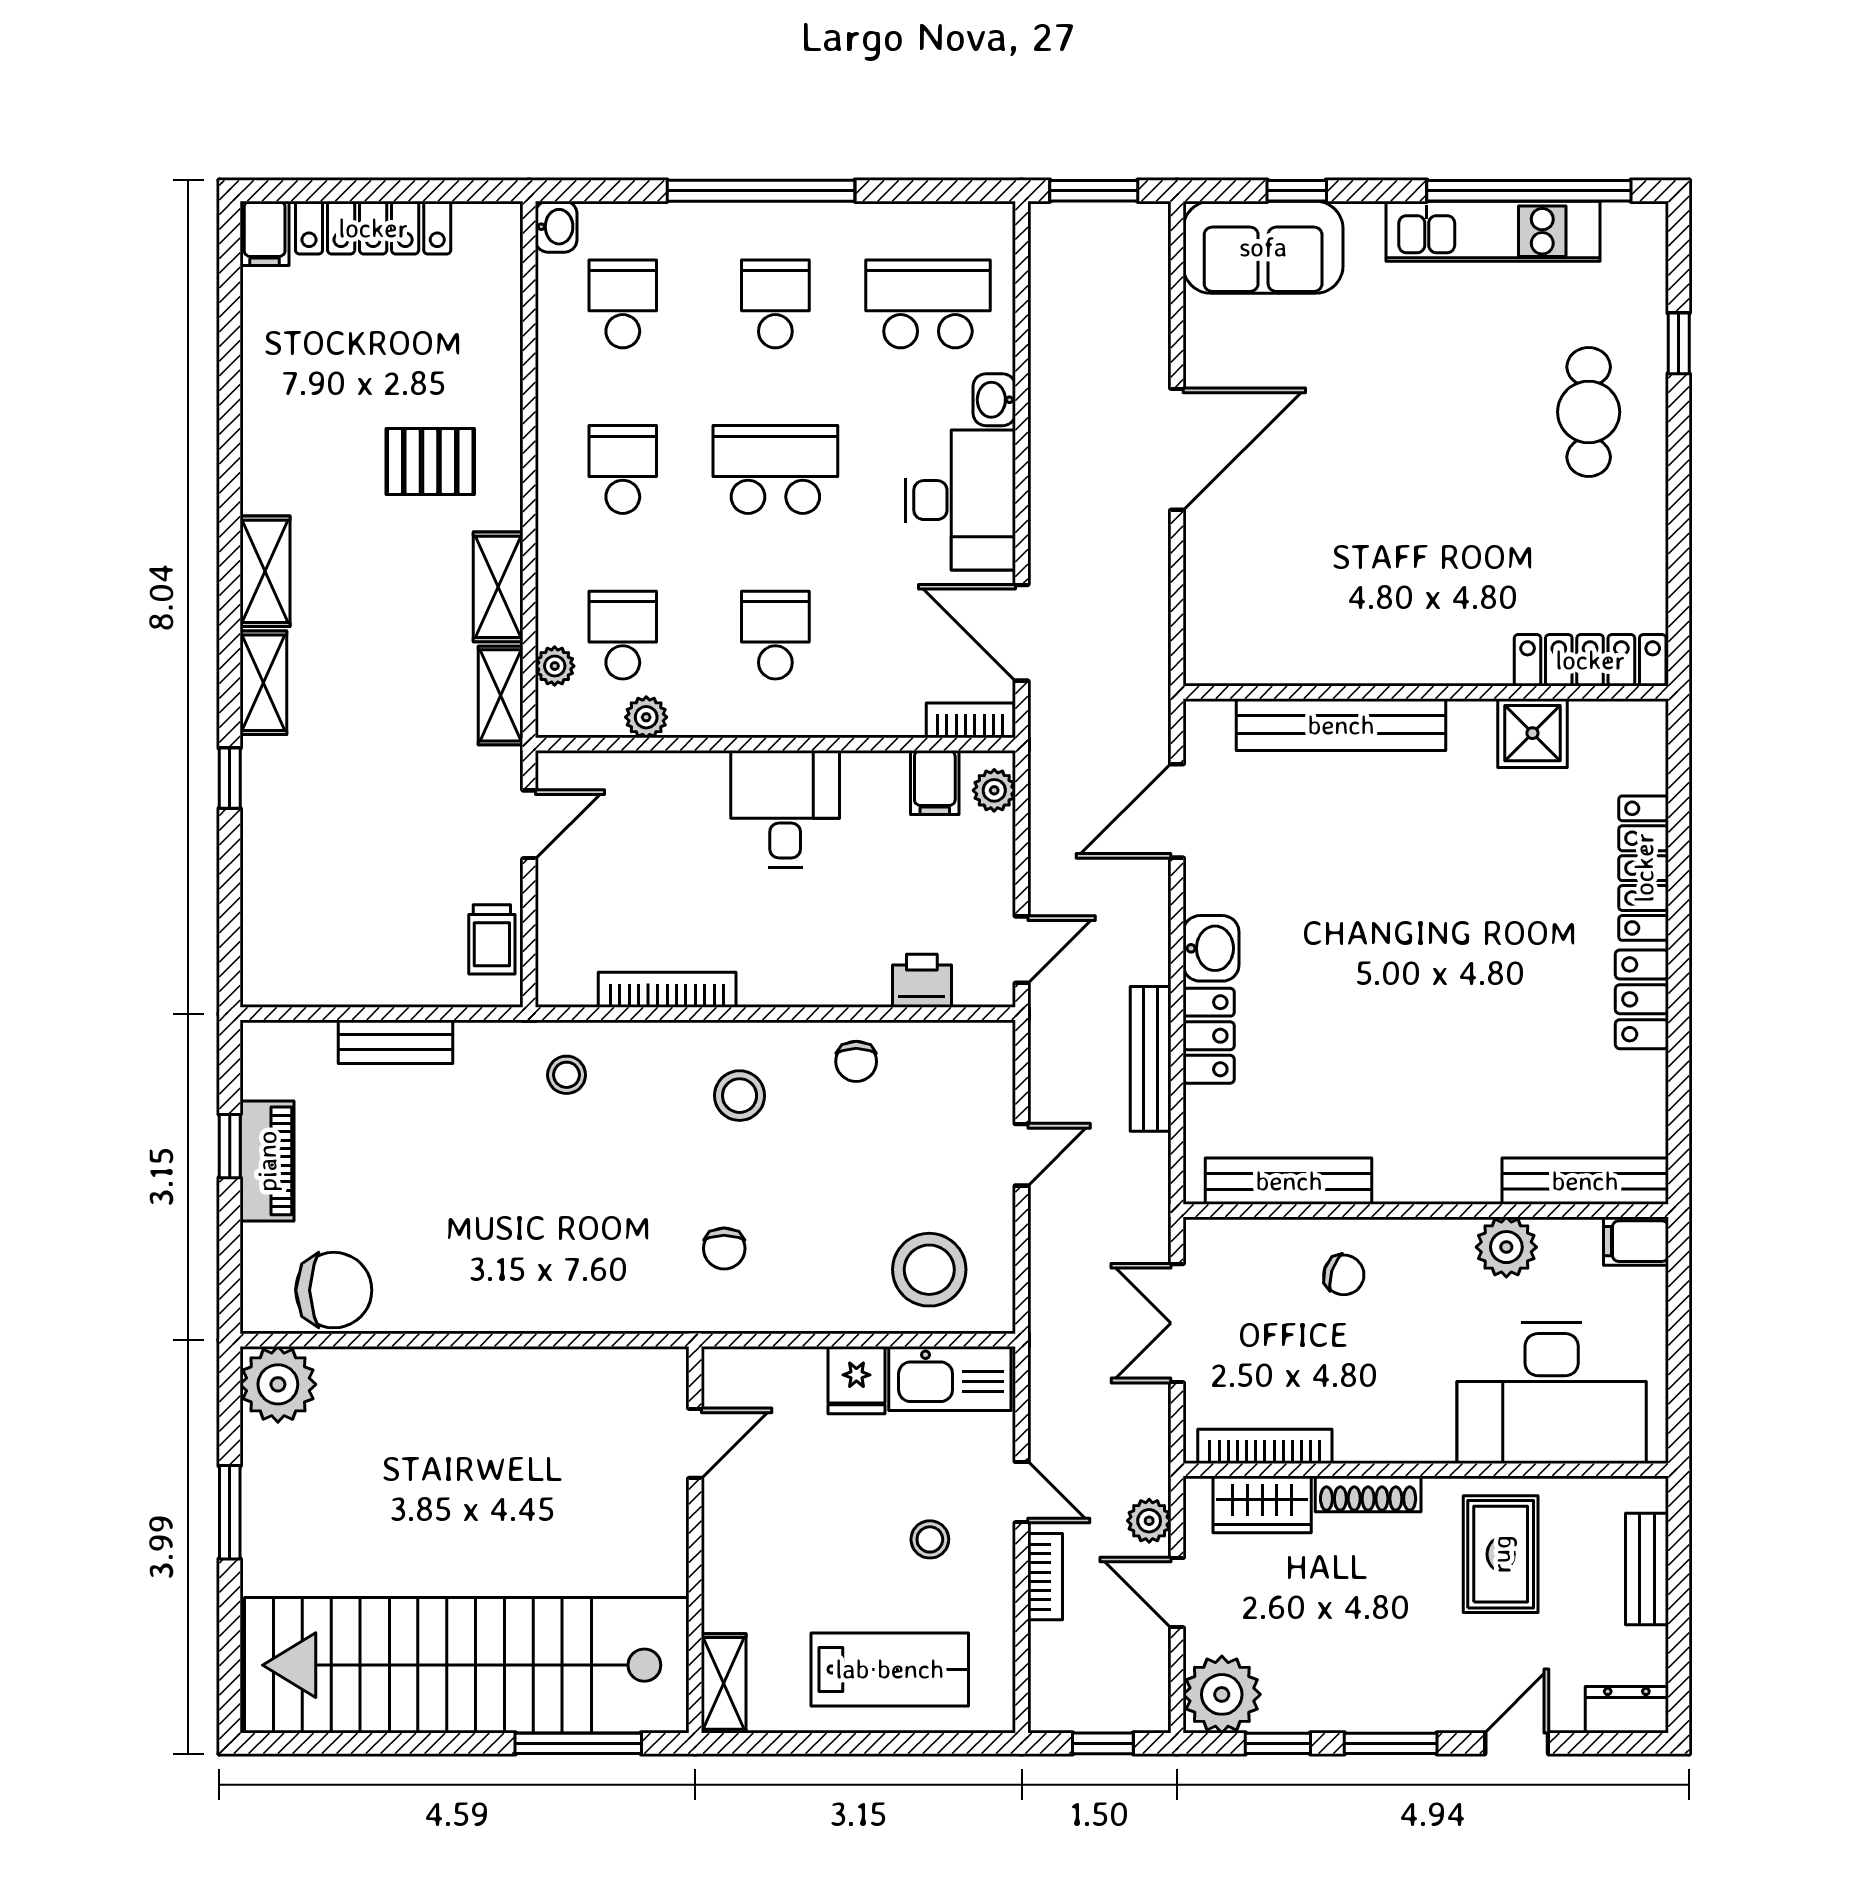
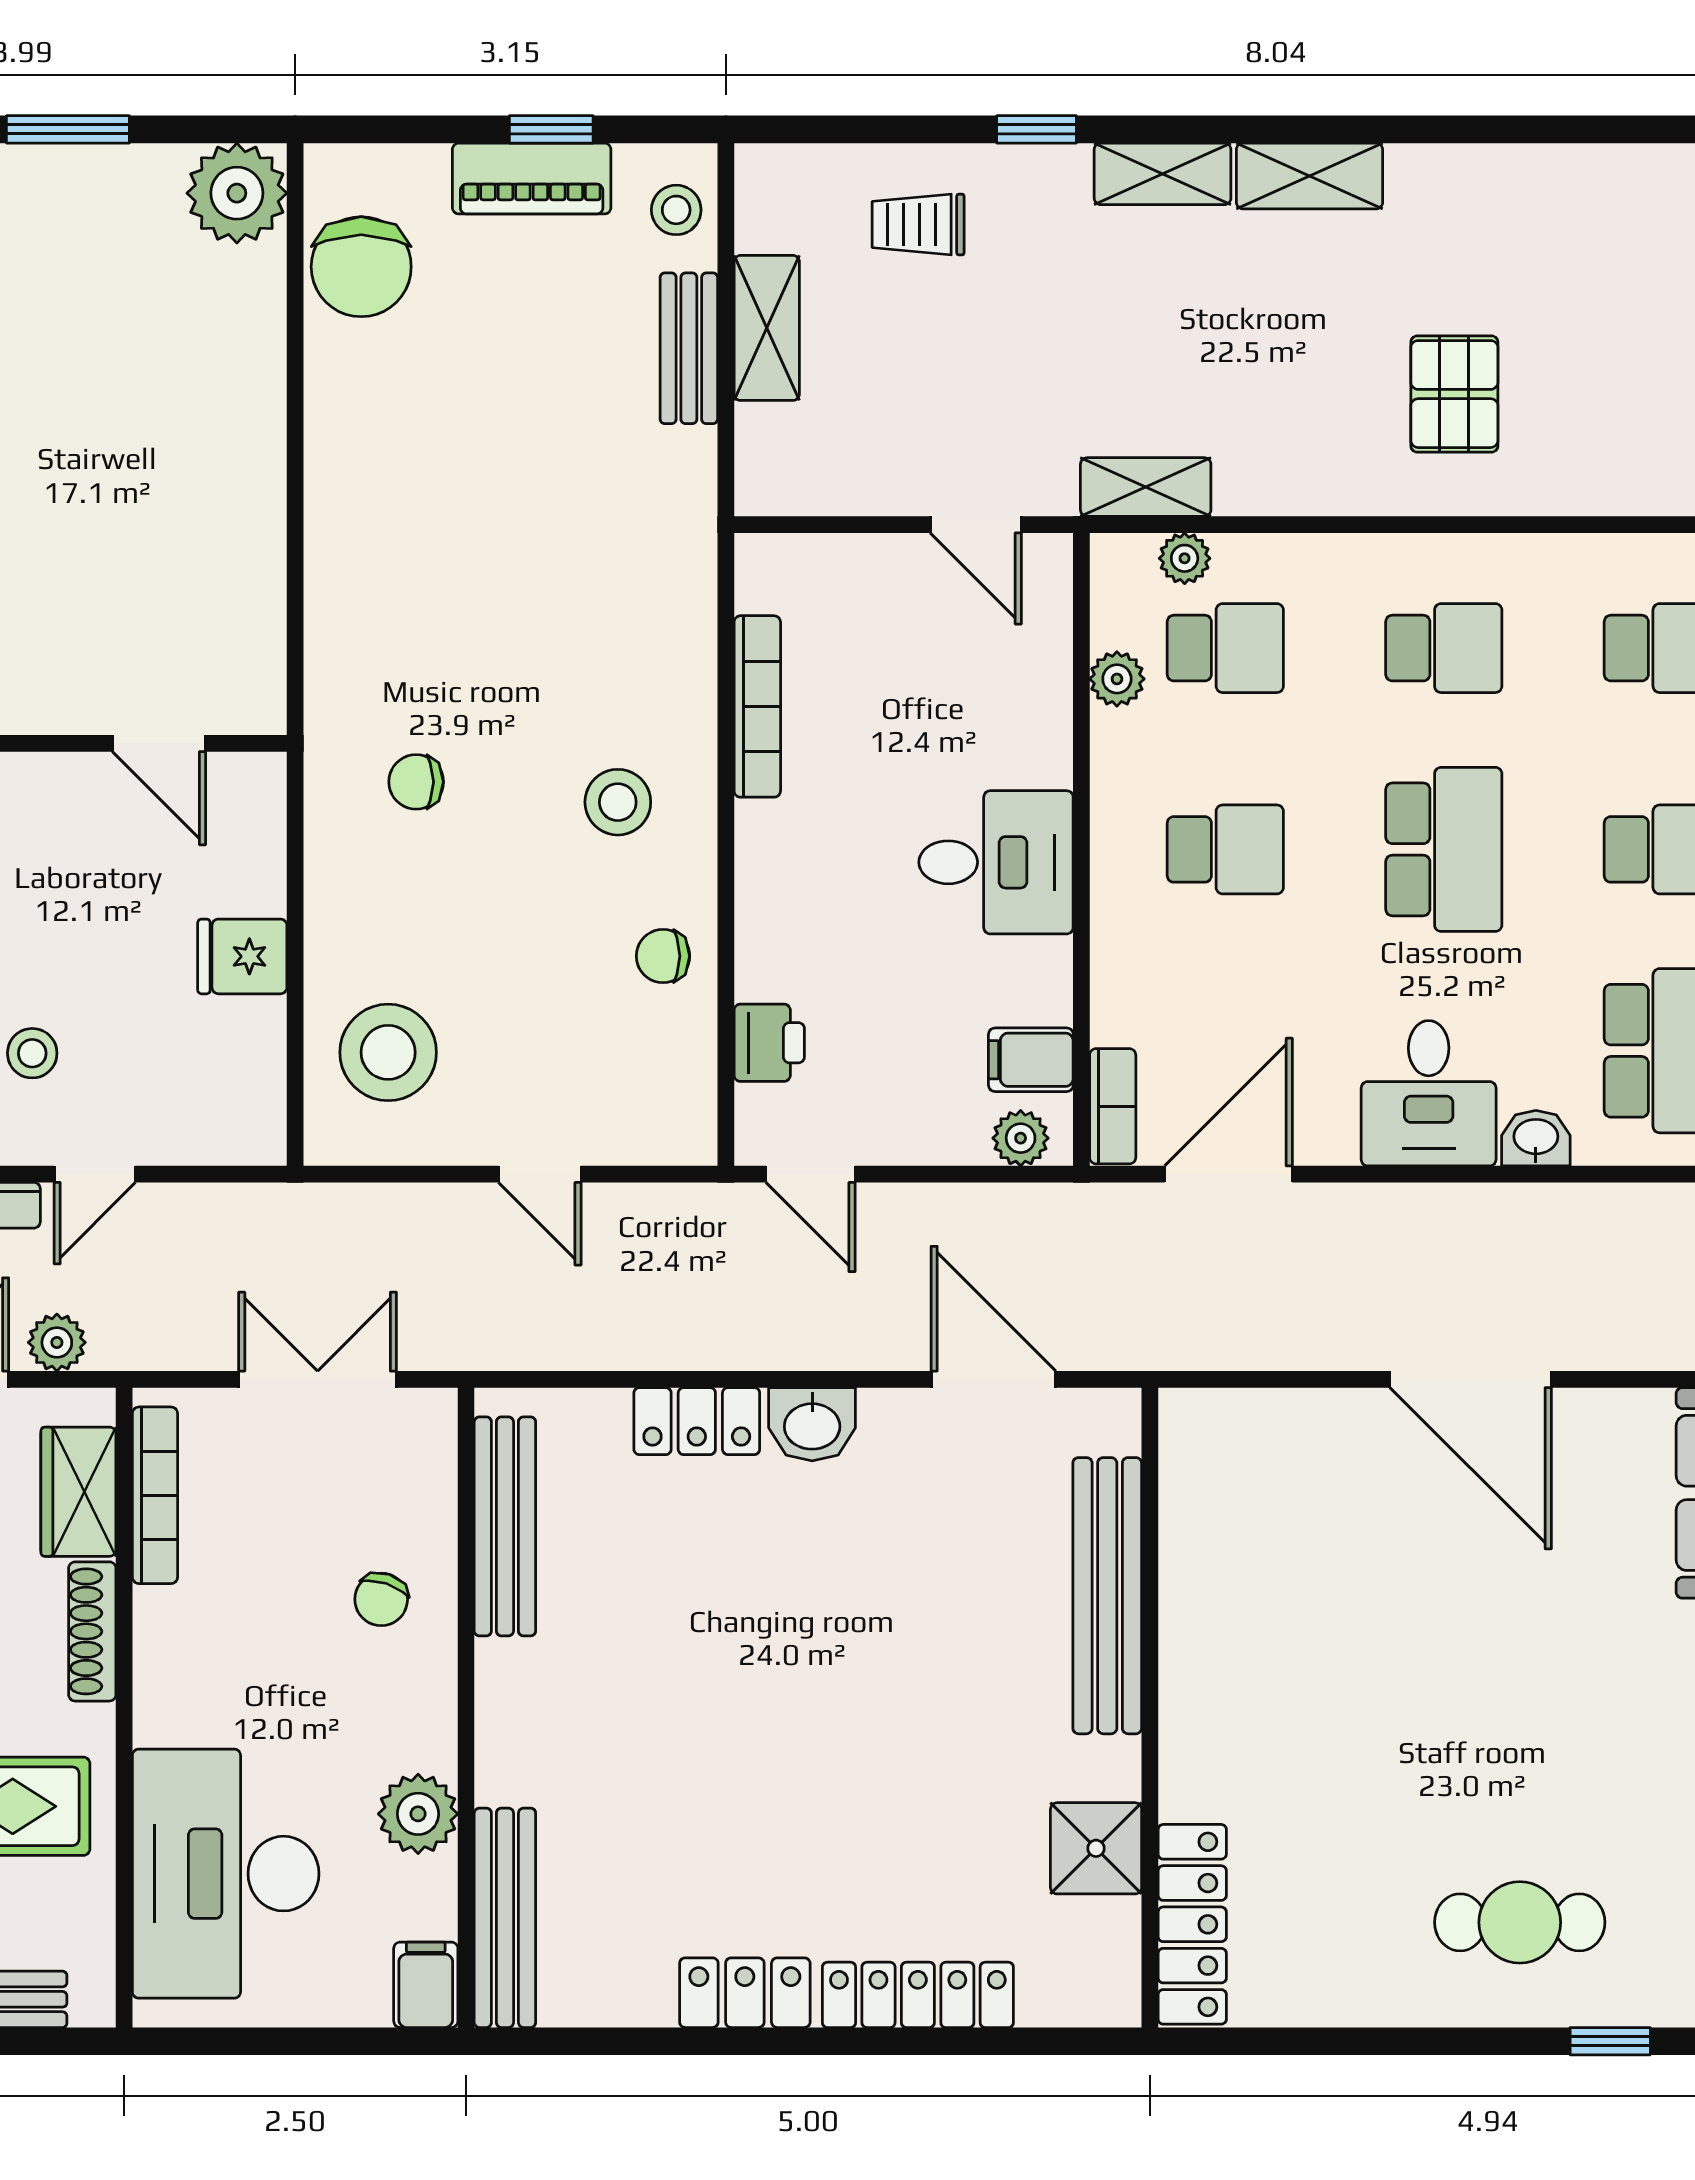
desk: (960, 500) -> (1429, 1093), width x0.73
shelving: (498, 587) -> (767, 328), moved, turned 90
trolley: (492, 939) -> (918, 225), moved
bench: (1151, 1059) -> (666, 1344), removed
stool: (567, 1075) -> (676, 210), moved
kitchen sink: (950, 1379) -> (244, 1080), removed

